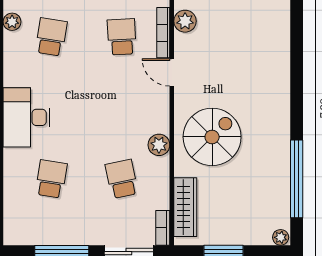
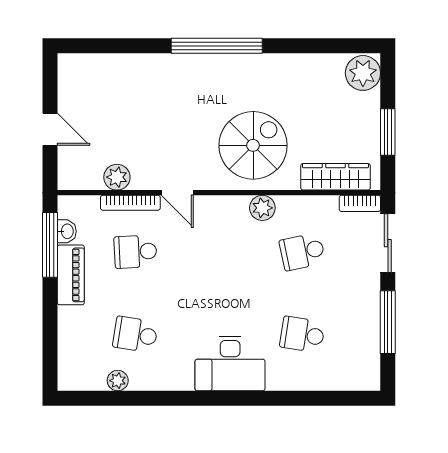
door: (172, 72) -> (177, 193), hinge flipped
spiral stairs: (212, 137) -> (253, 145), turned 90
window: (297, 179) -> (217, 46), moved
plant: (281, 237) -> (363, 73), width x1.88, depth x1.88

